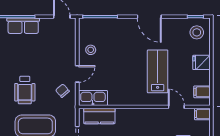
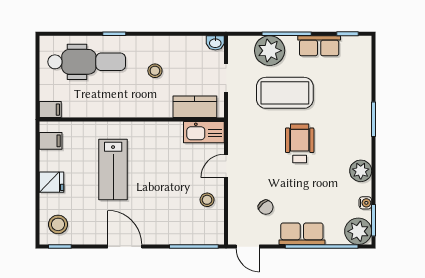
chair: (62, 91) -> (266, 207), moved
door: (176, 107) -> (87, 120), removed

